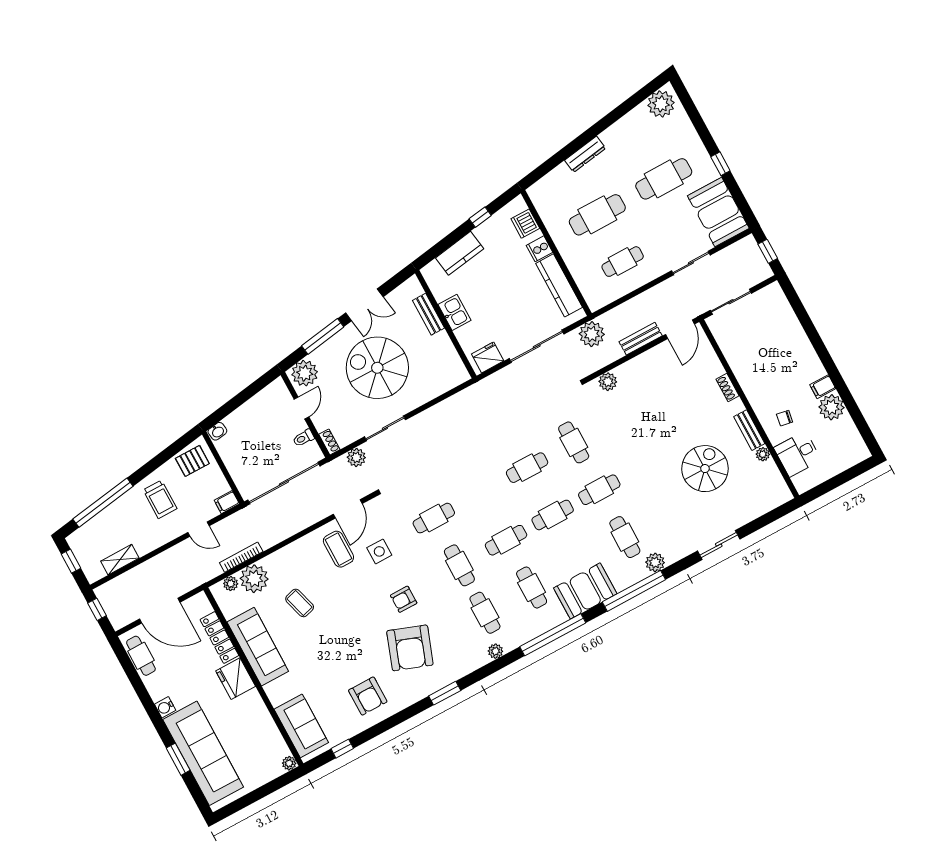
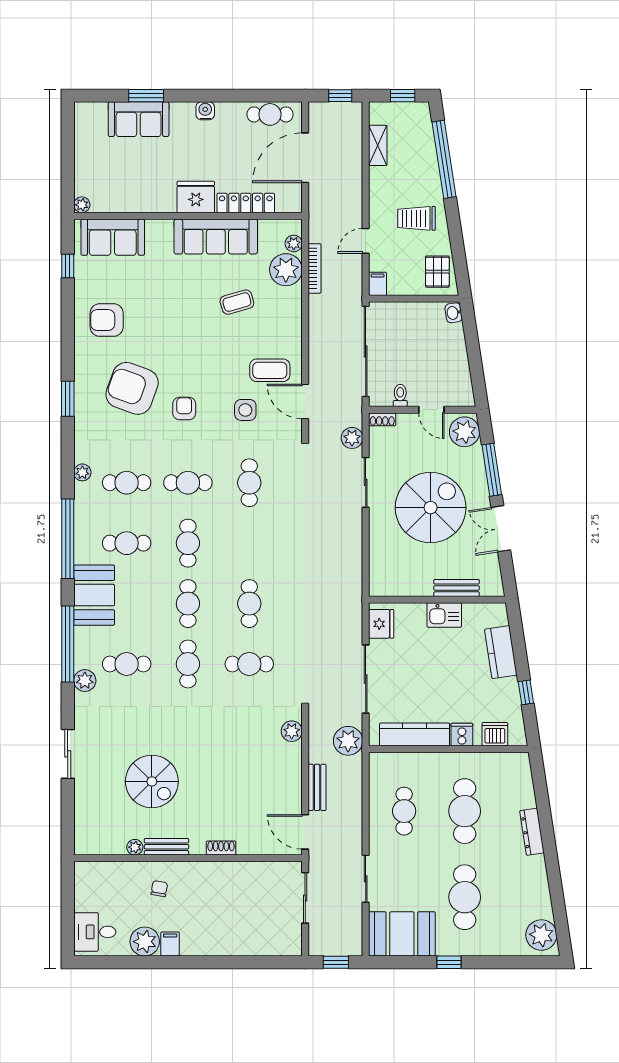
desk: (797, 454) -> (95, 932), moved, turned -90
sofa: (203, 753) -> (139, 119), width x0.54, depth x0.79

